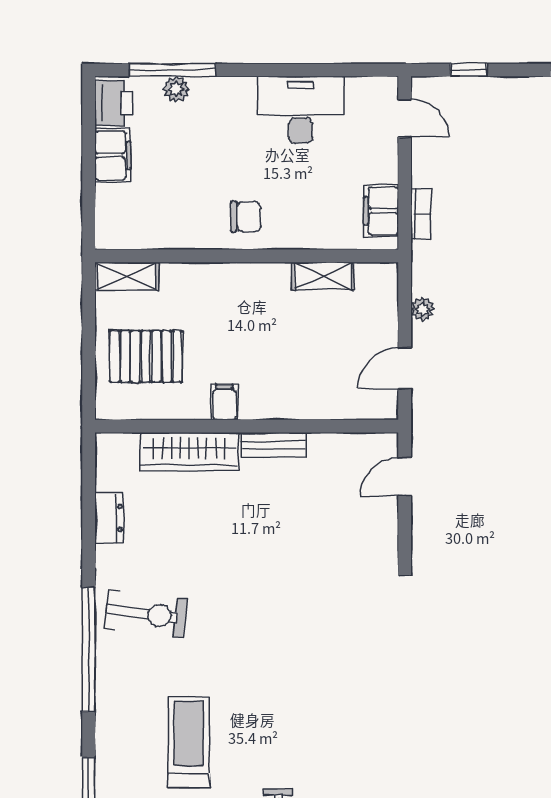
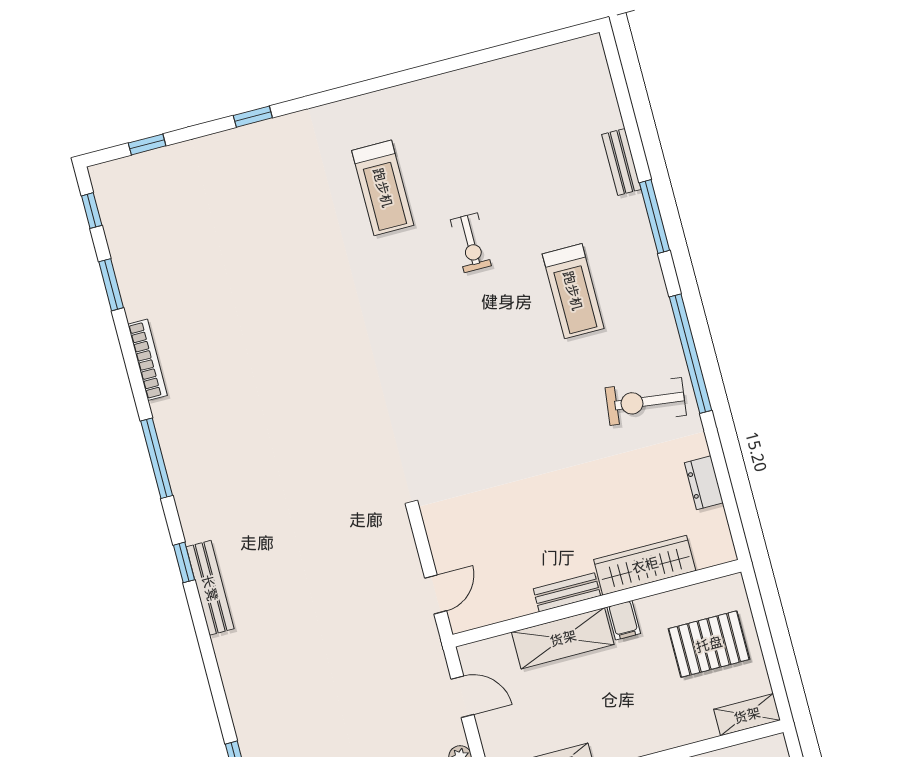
door: (405, 368) -> (462, 697), hinge flipped
shelving: (290, 400) -> (563, 638), added

